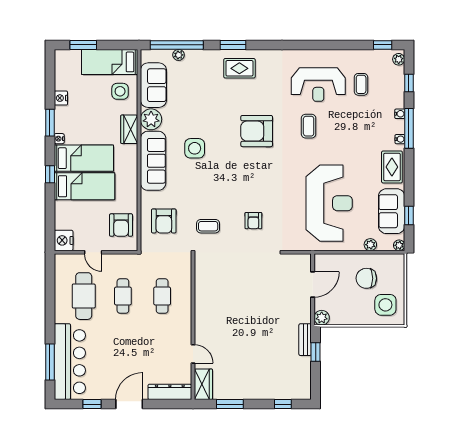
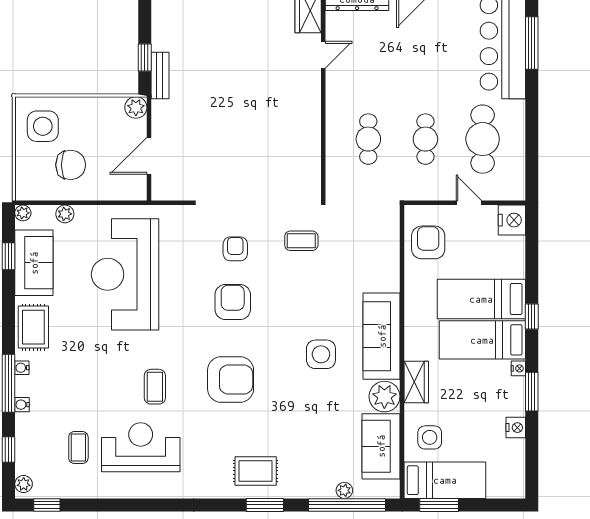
window: (83, 45) -> (439, 505), moved
armchair: (164, 221) -> (233, 302), moved
door: (193, 354) -> (323, 55), swing flipped

